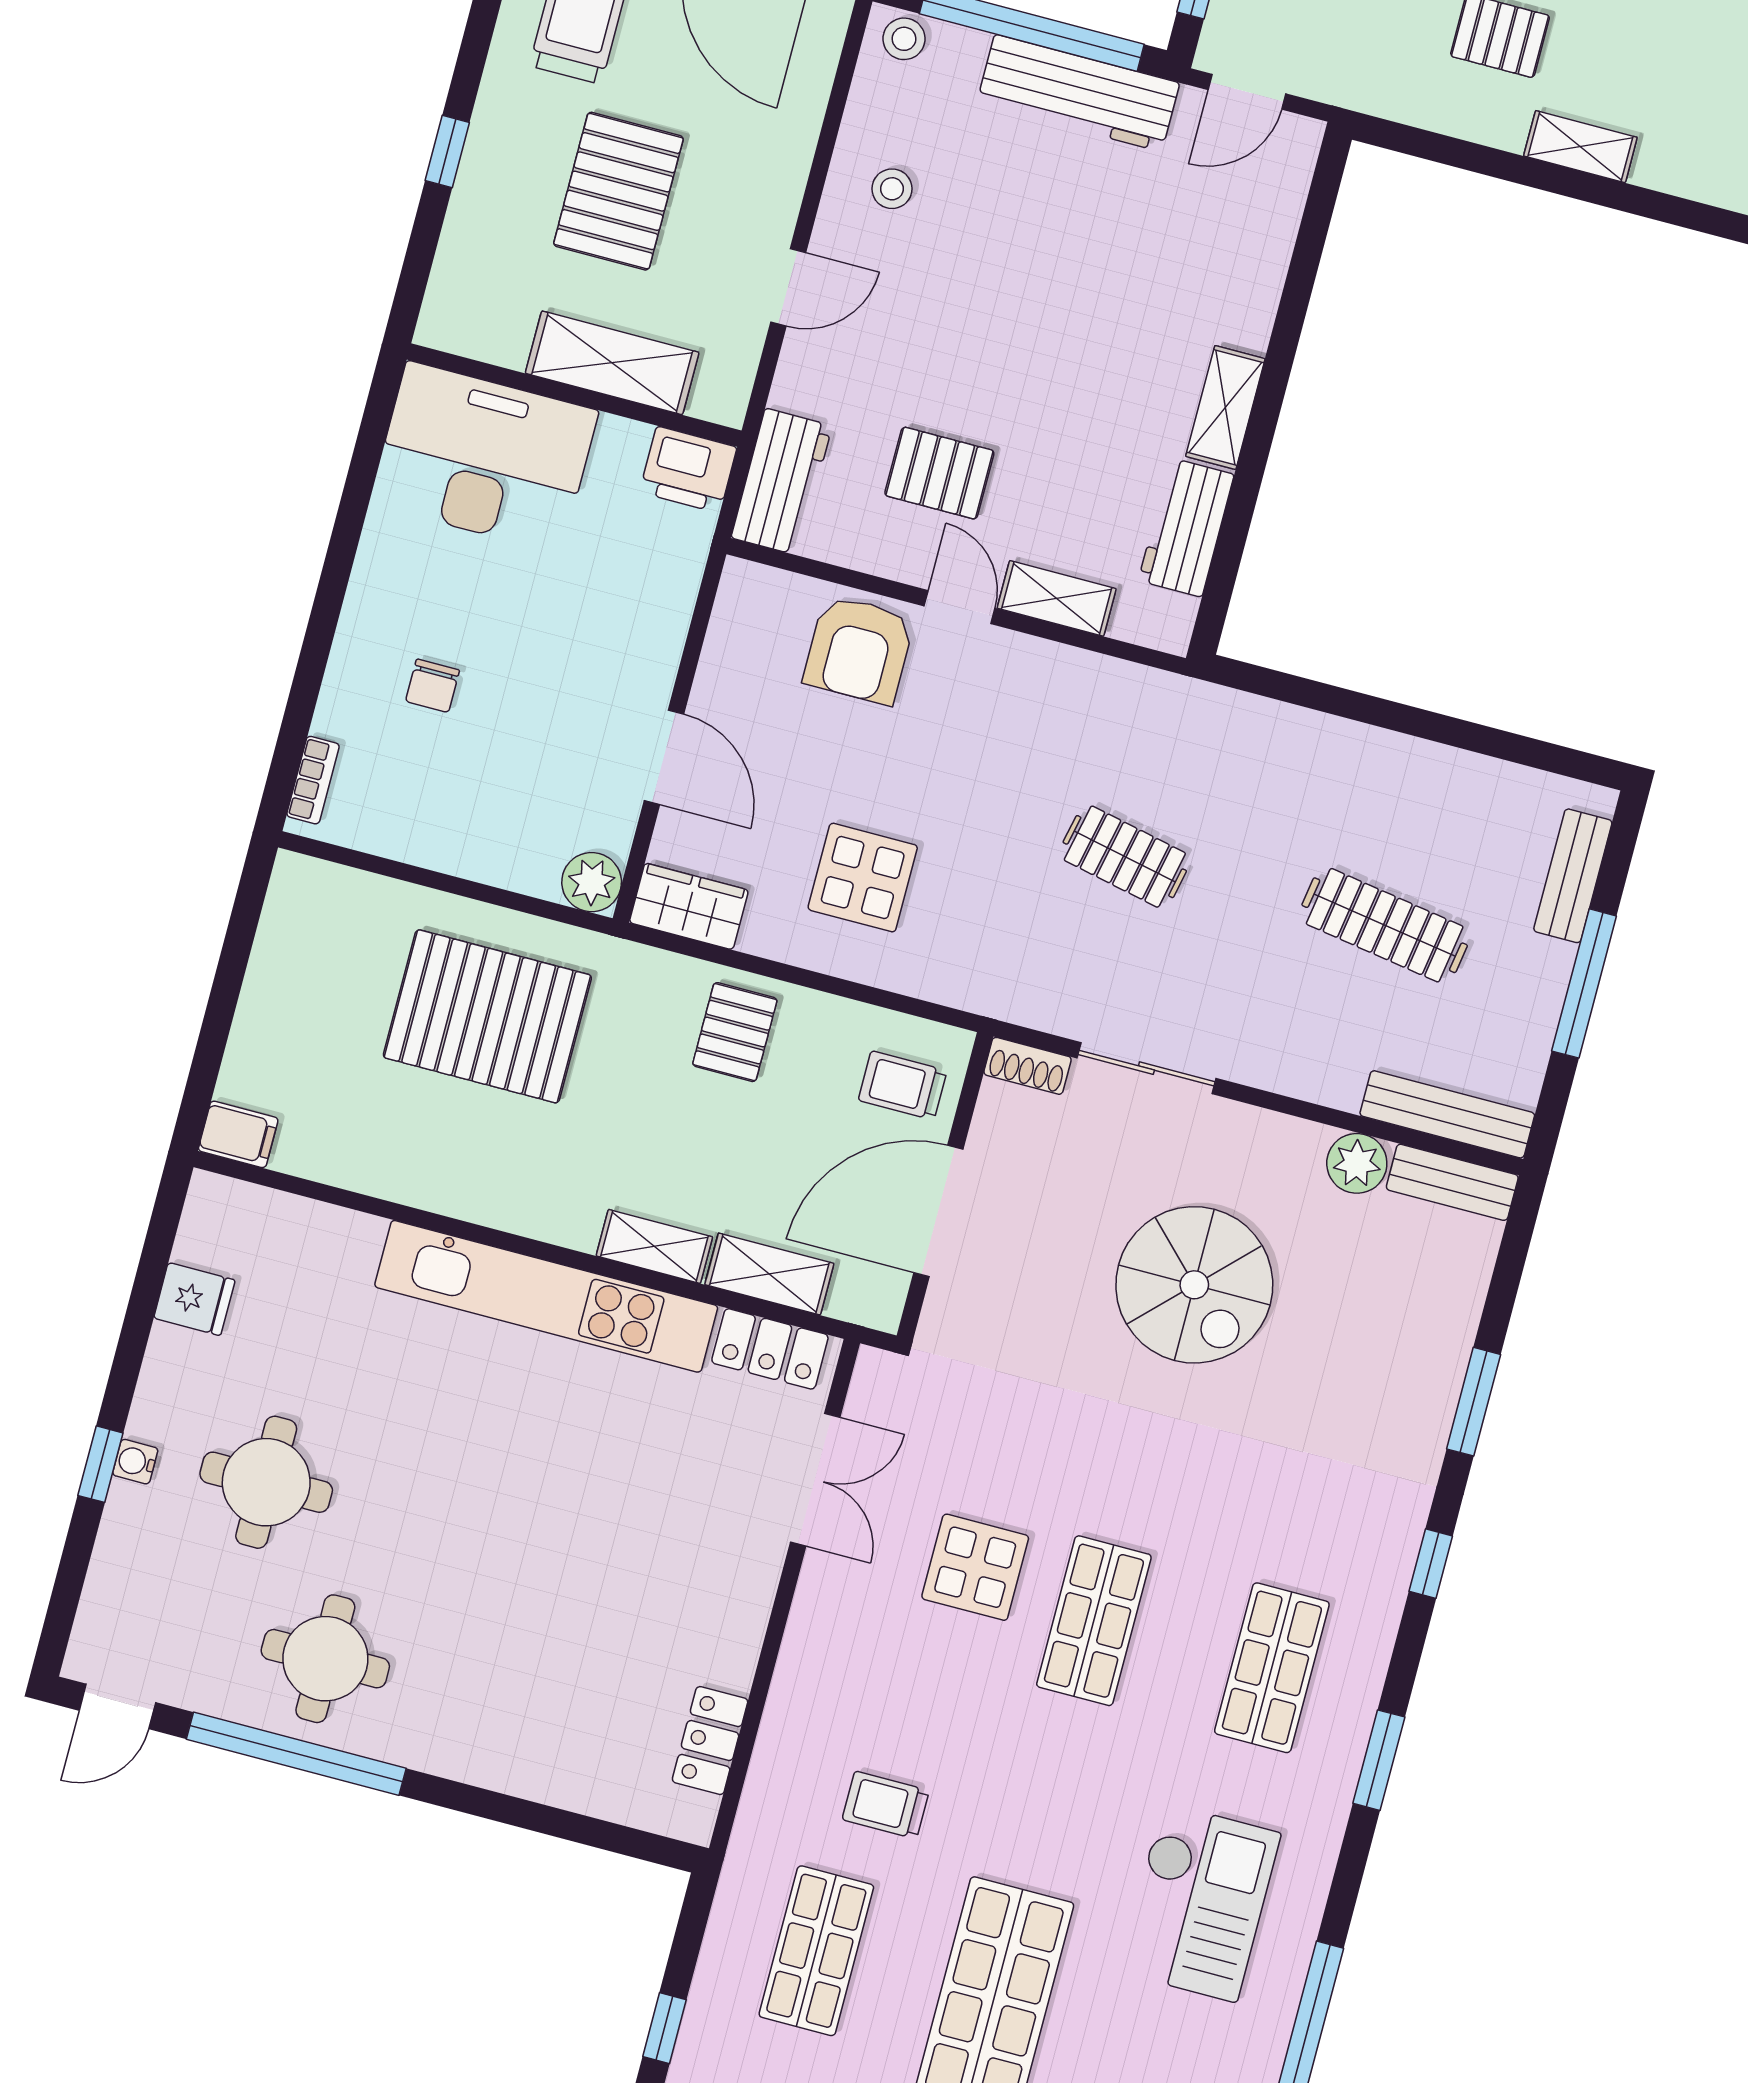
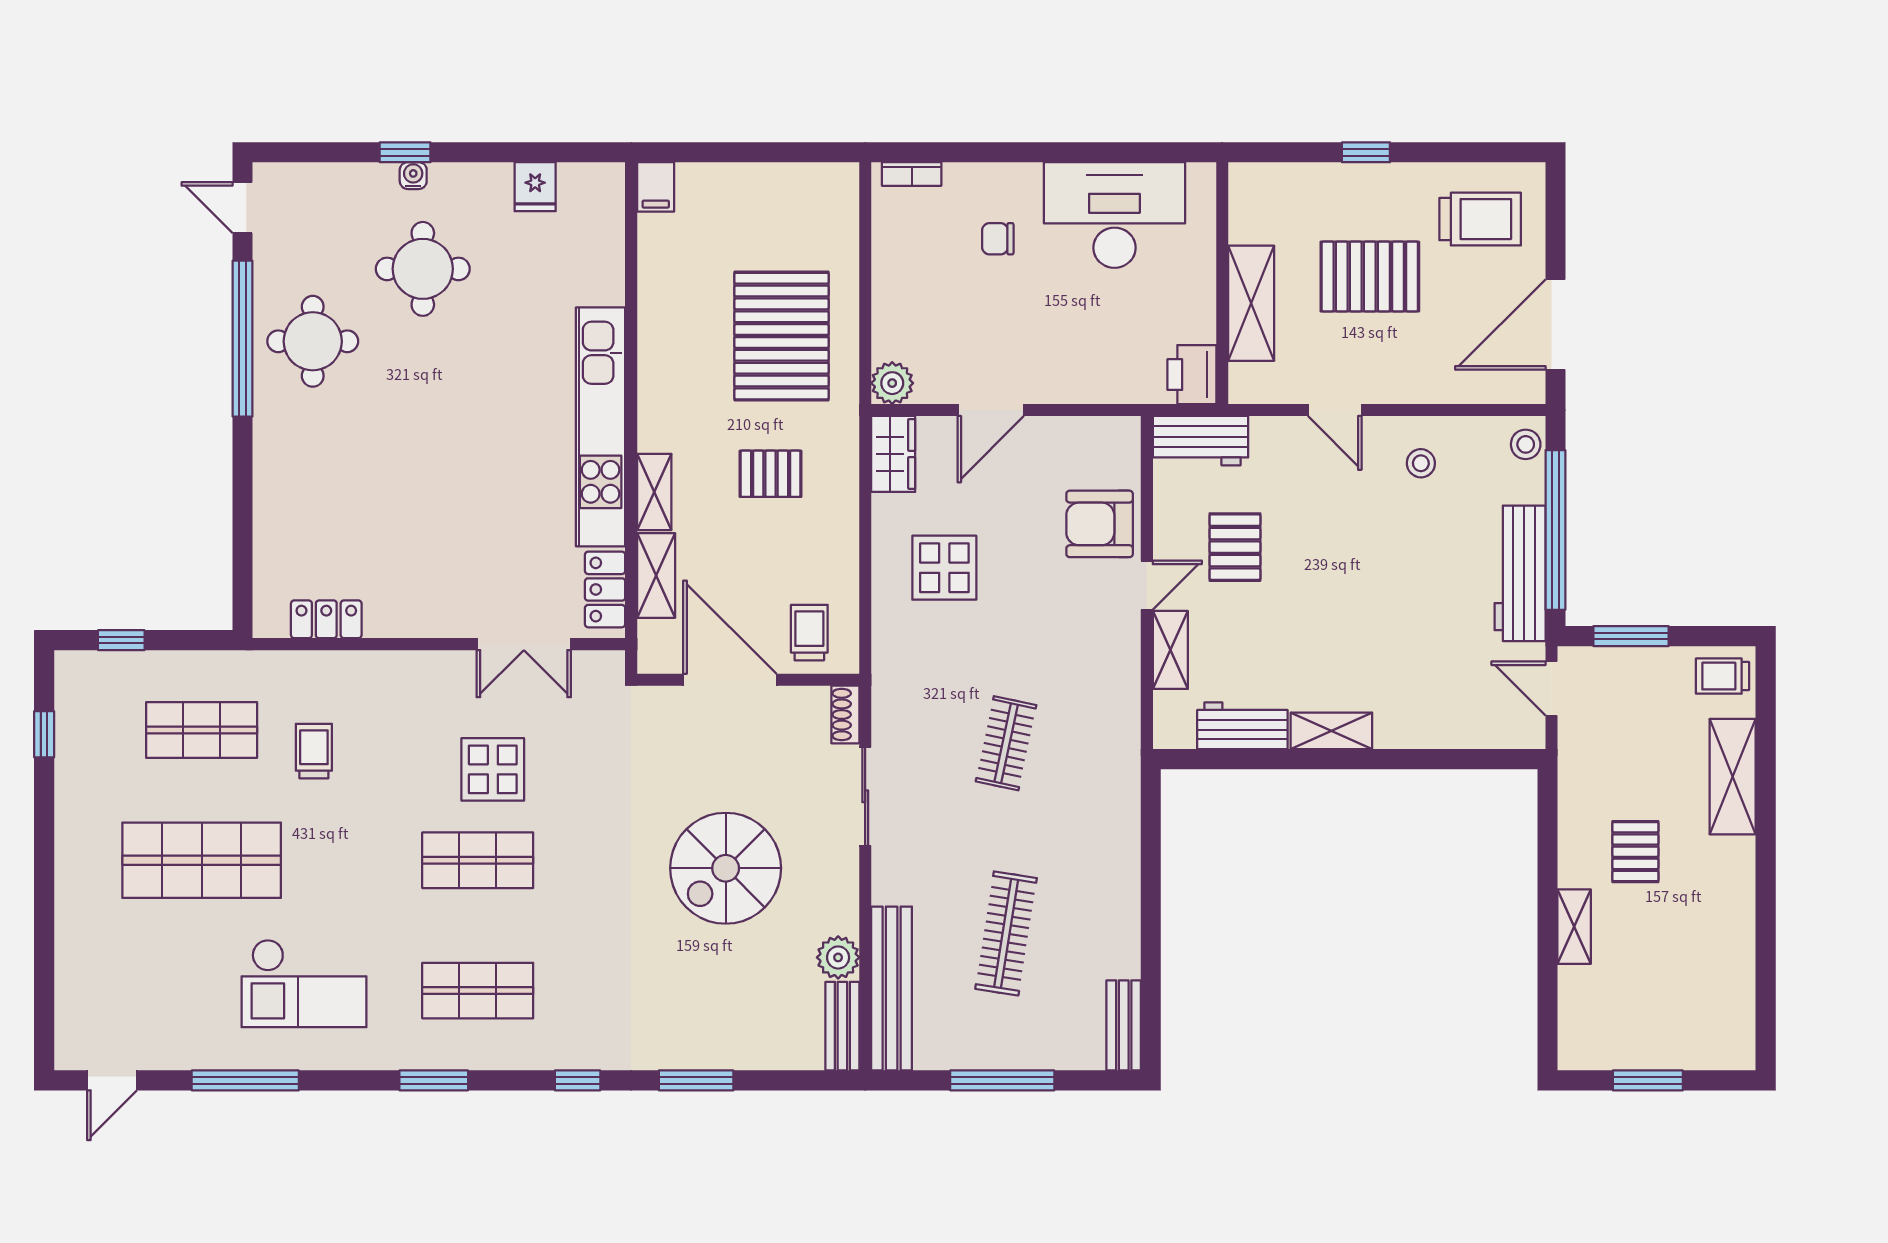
desk: (484, 457) -> (1114, 215), moved, turned -90
bench: (1573, 876) -> (1124, 1025), moved, turned 90
pallet: (735, 1032) -> (771, 474), moved
bench: (1447, 1114) -> (892, 989), width x1.37, depth x1.21

